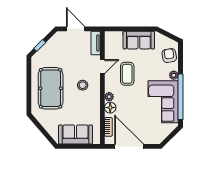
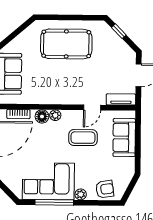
sofa: (139, 40) -> (124, 138), moved
door: (102, 67) -> (92, 107), hinge flipped
stool: (83, 85) -> (70, 83), removed
window: (181, 97) -> (54, 202), width x0.68

